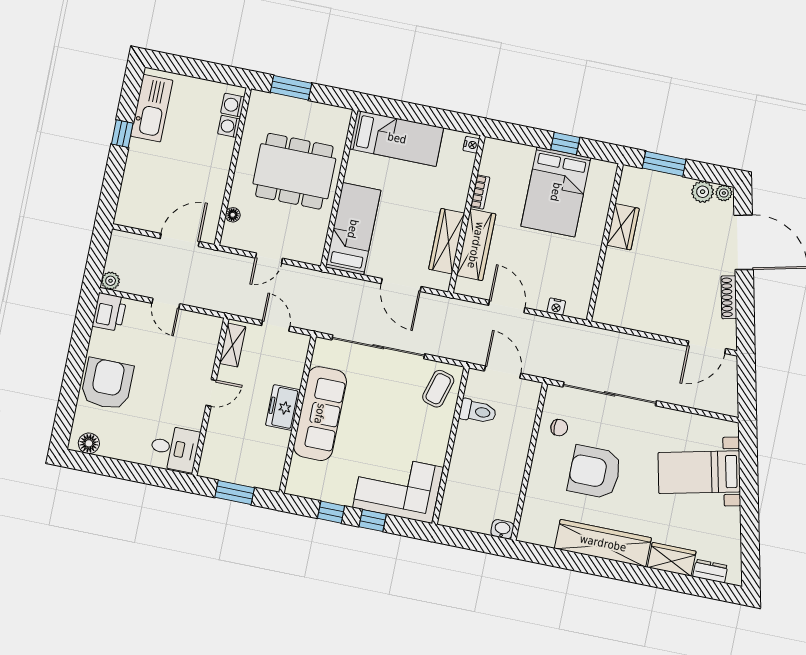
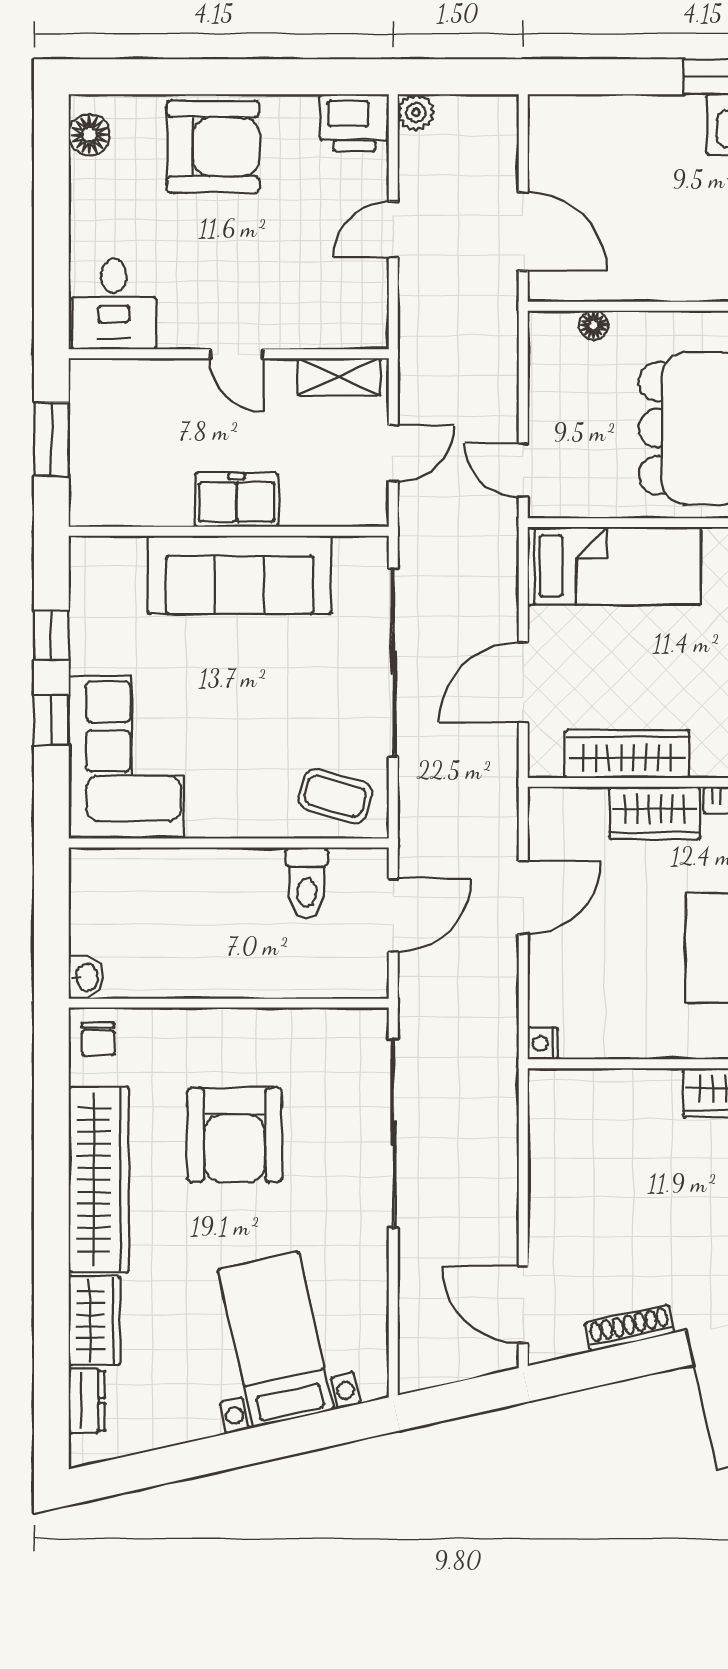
wardrobe: (476, 245) -> (655, 813), width x0.67
door: (269, 258) -> (523, 470), moved
nightstand: (556, 307) -> (543, 1043), moved
chair: (559, 428) -> (98, 1039), moved
armchair: (595, 472) -> (235, 1135), turned 180

